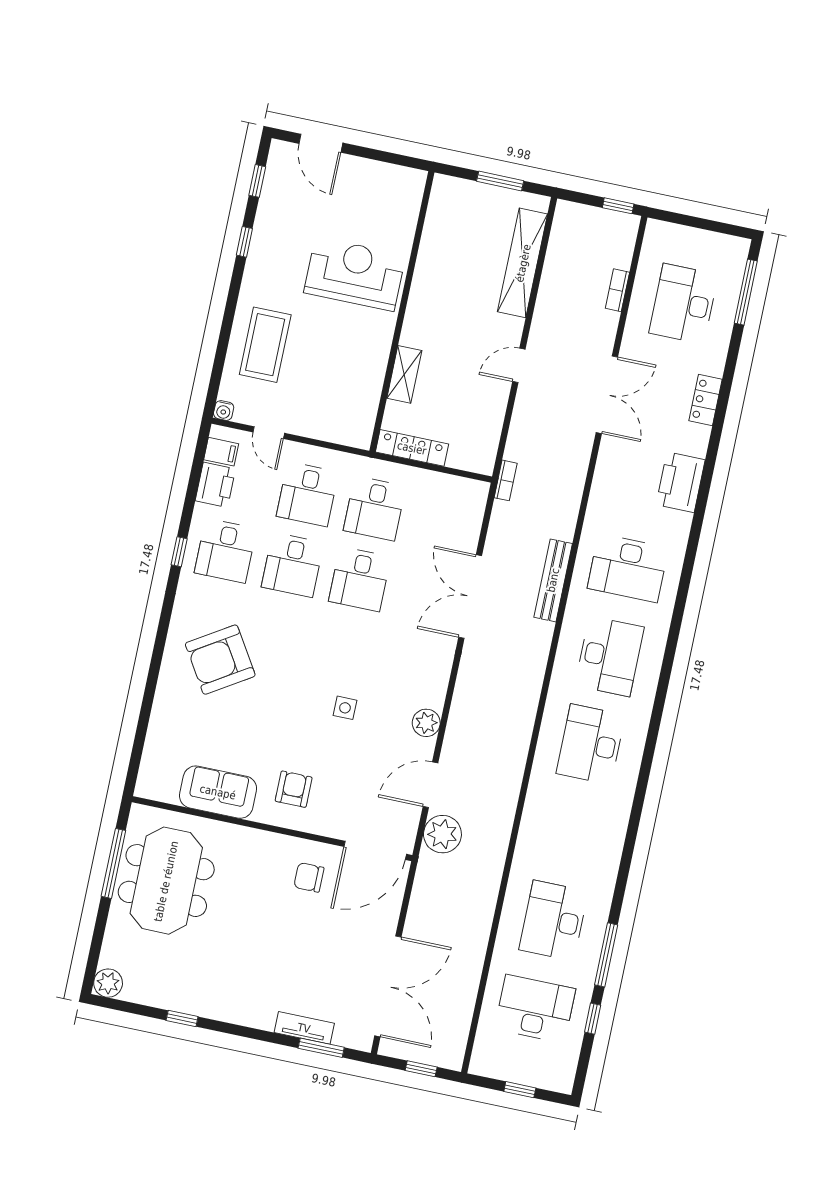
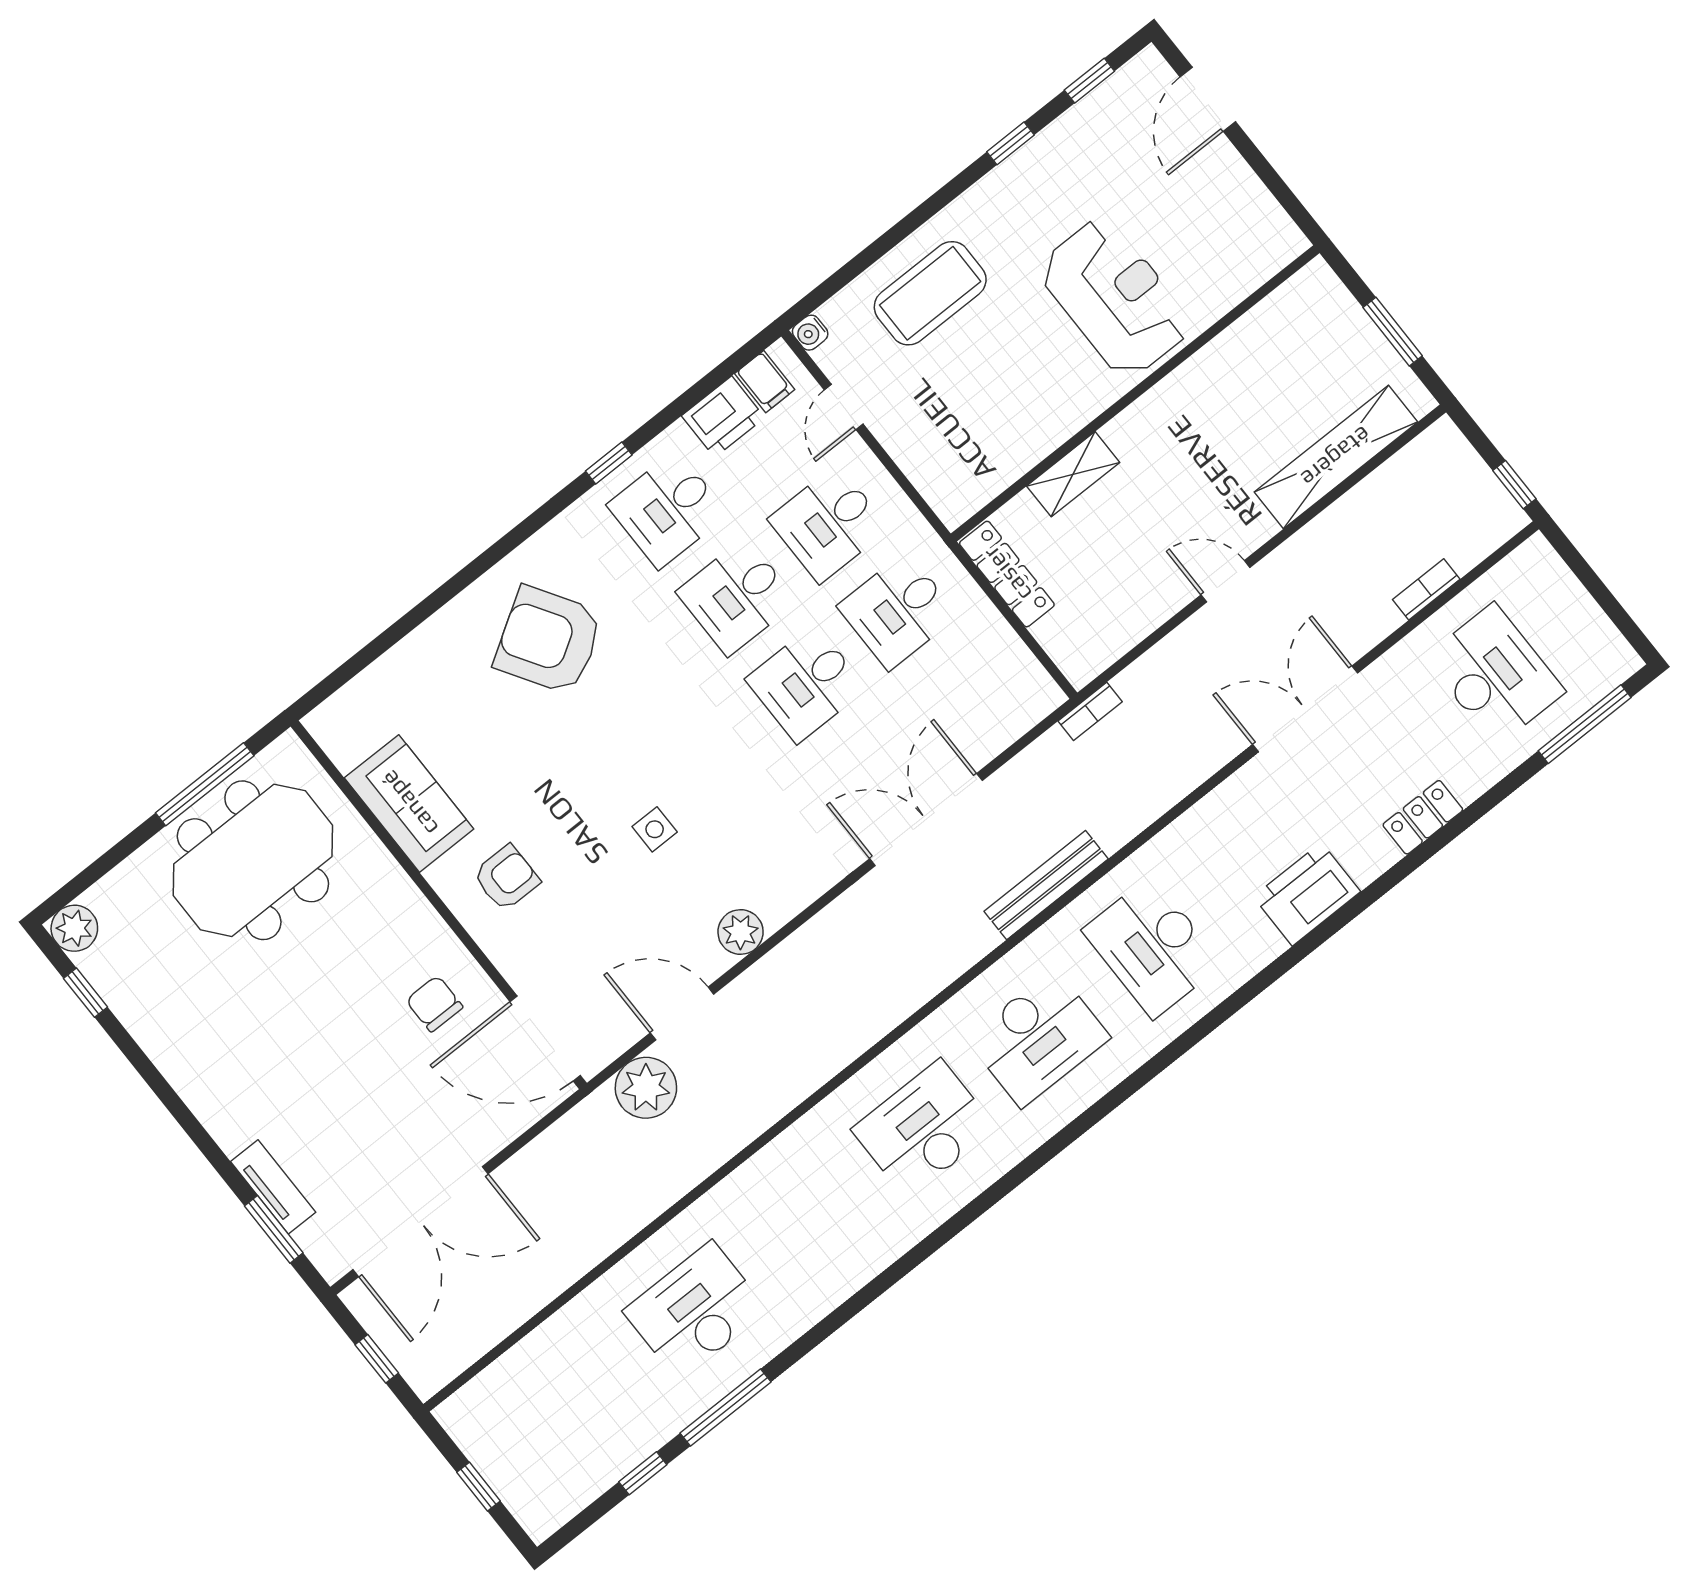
desk: (684, 304) -> (1495, 675), turned 90
double door: (607, 395) -> (1305, 709), swing flipped
desk: (535, 1009) -> (581, 1401), removed
window: (182, 1018) -> (85, 993), moved

